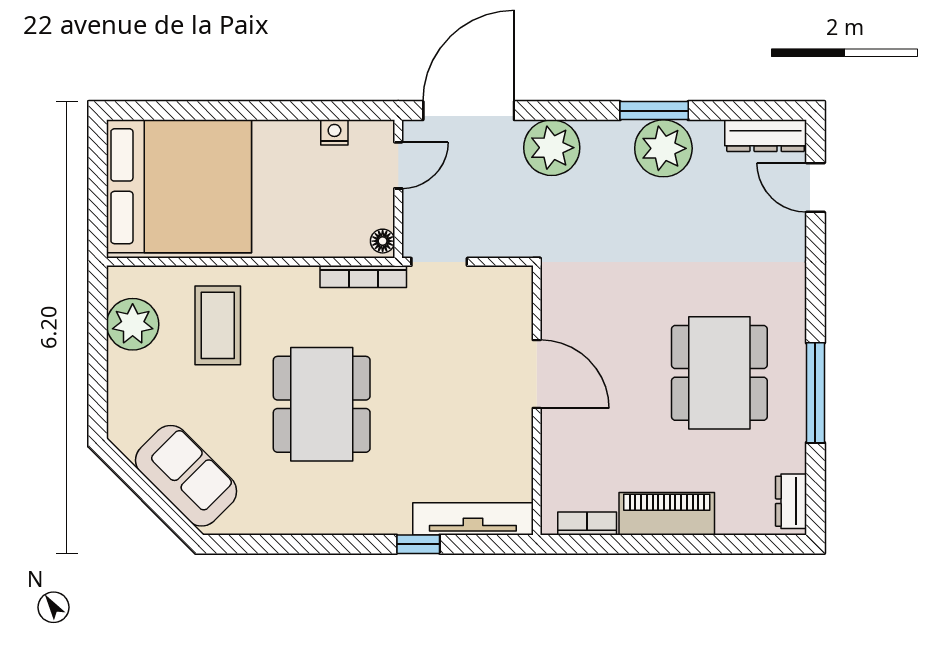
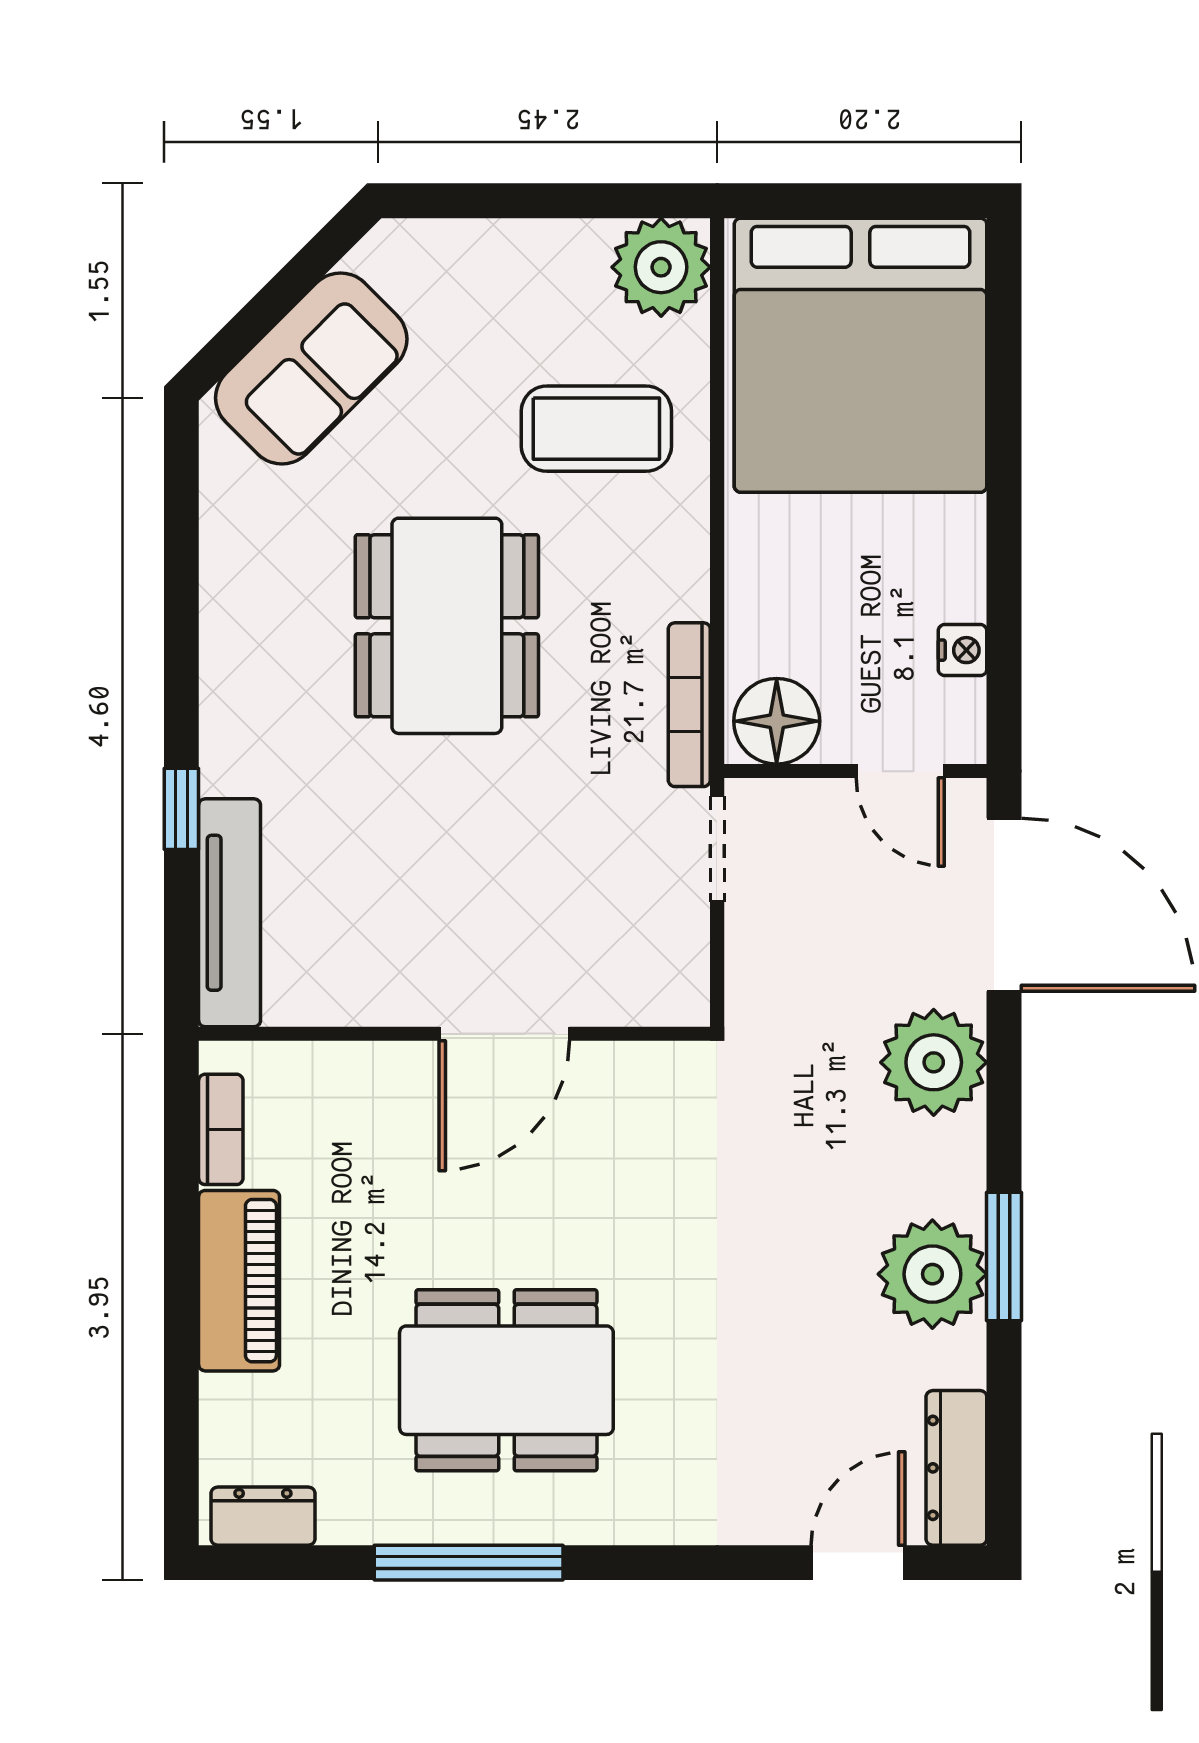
floor lamp: (383, 241) -> (777, 721), width x1.89, depth x1.89
plant: (133, 324) -> (661, 267), moved
dining table: (322, 404) -> (447, 626), turned 90

